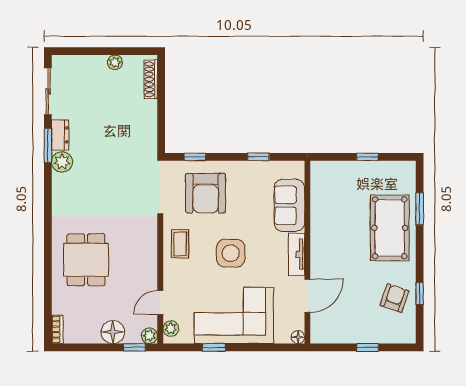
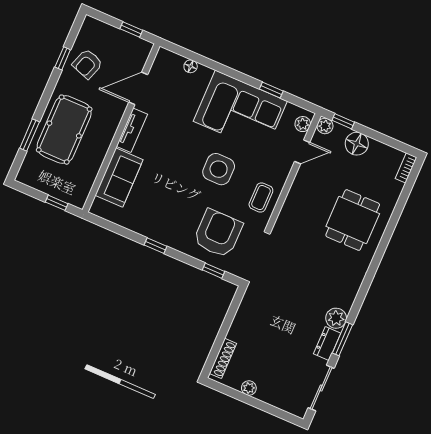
sofa: (289, 205) -> (119, 178), moved
wall: (307, 252) -> (121, 128), moved
tv unit: (296, 254) -> (132, 130), moved
door: (307, 296) -> (138, 88), moved

